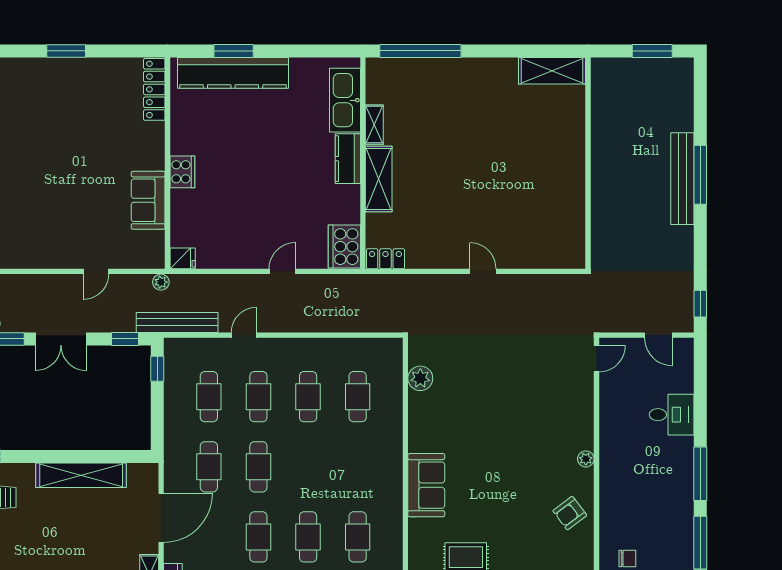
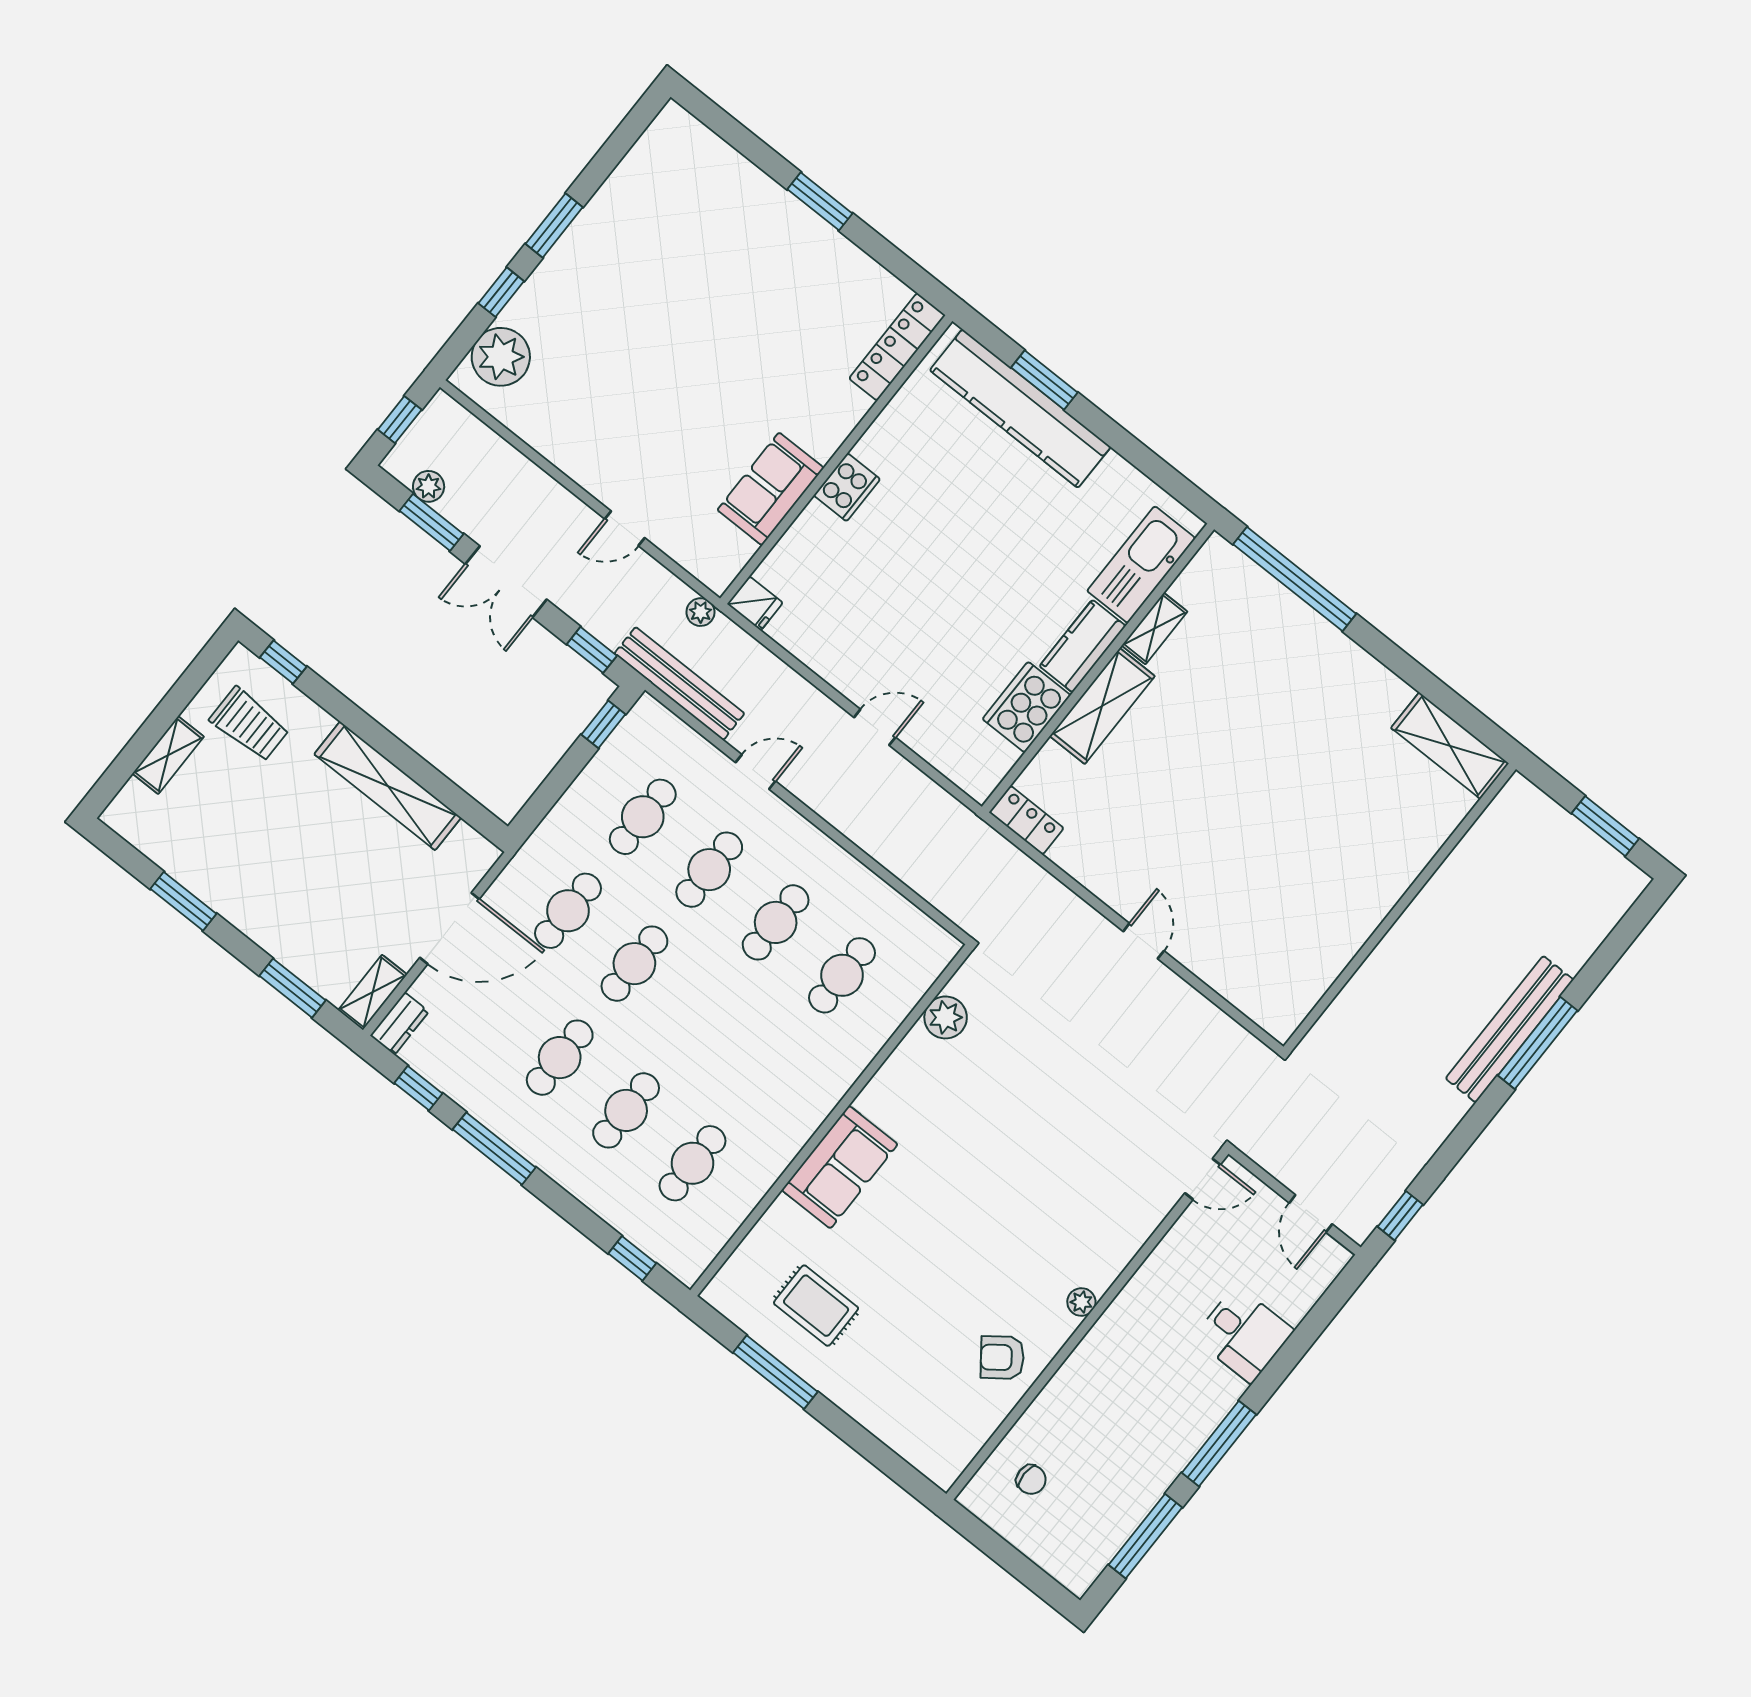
cooker: (344, 247) -> (1026, 707), moved

